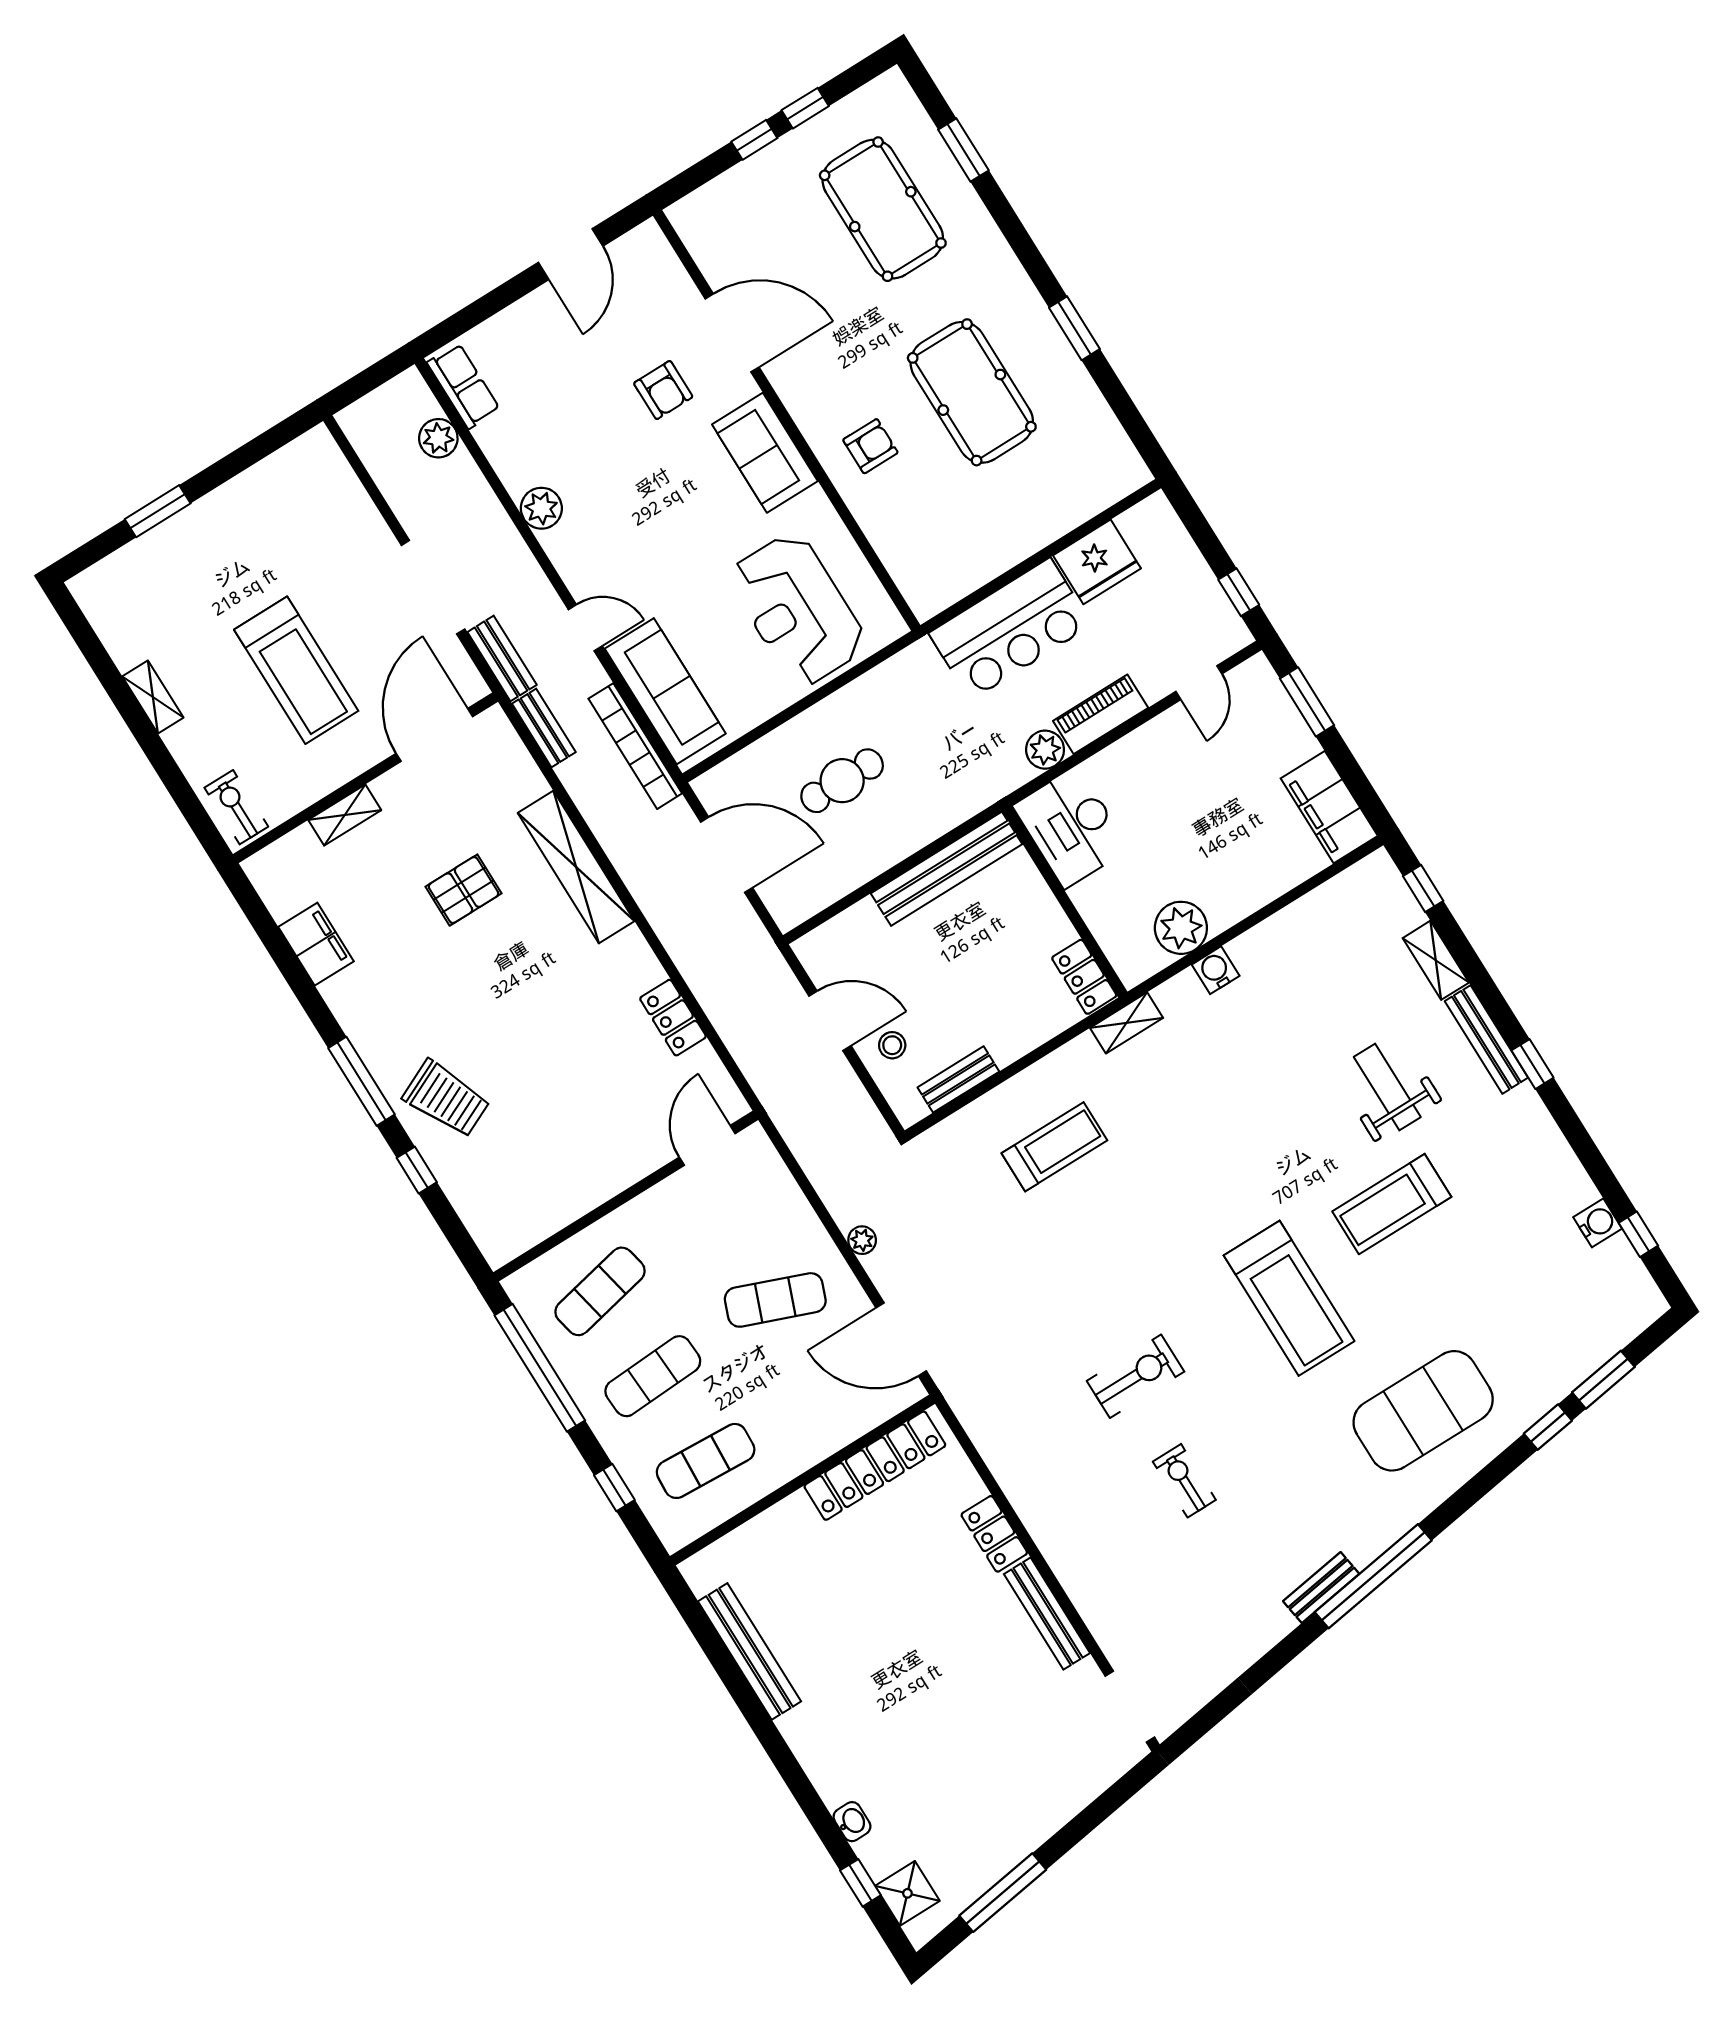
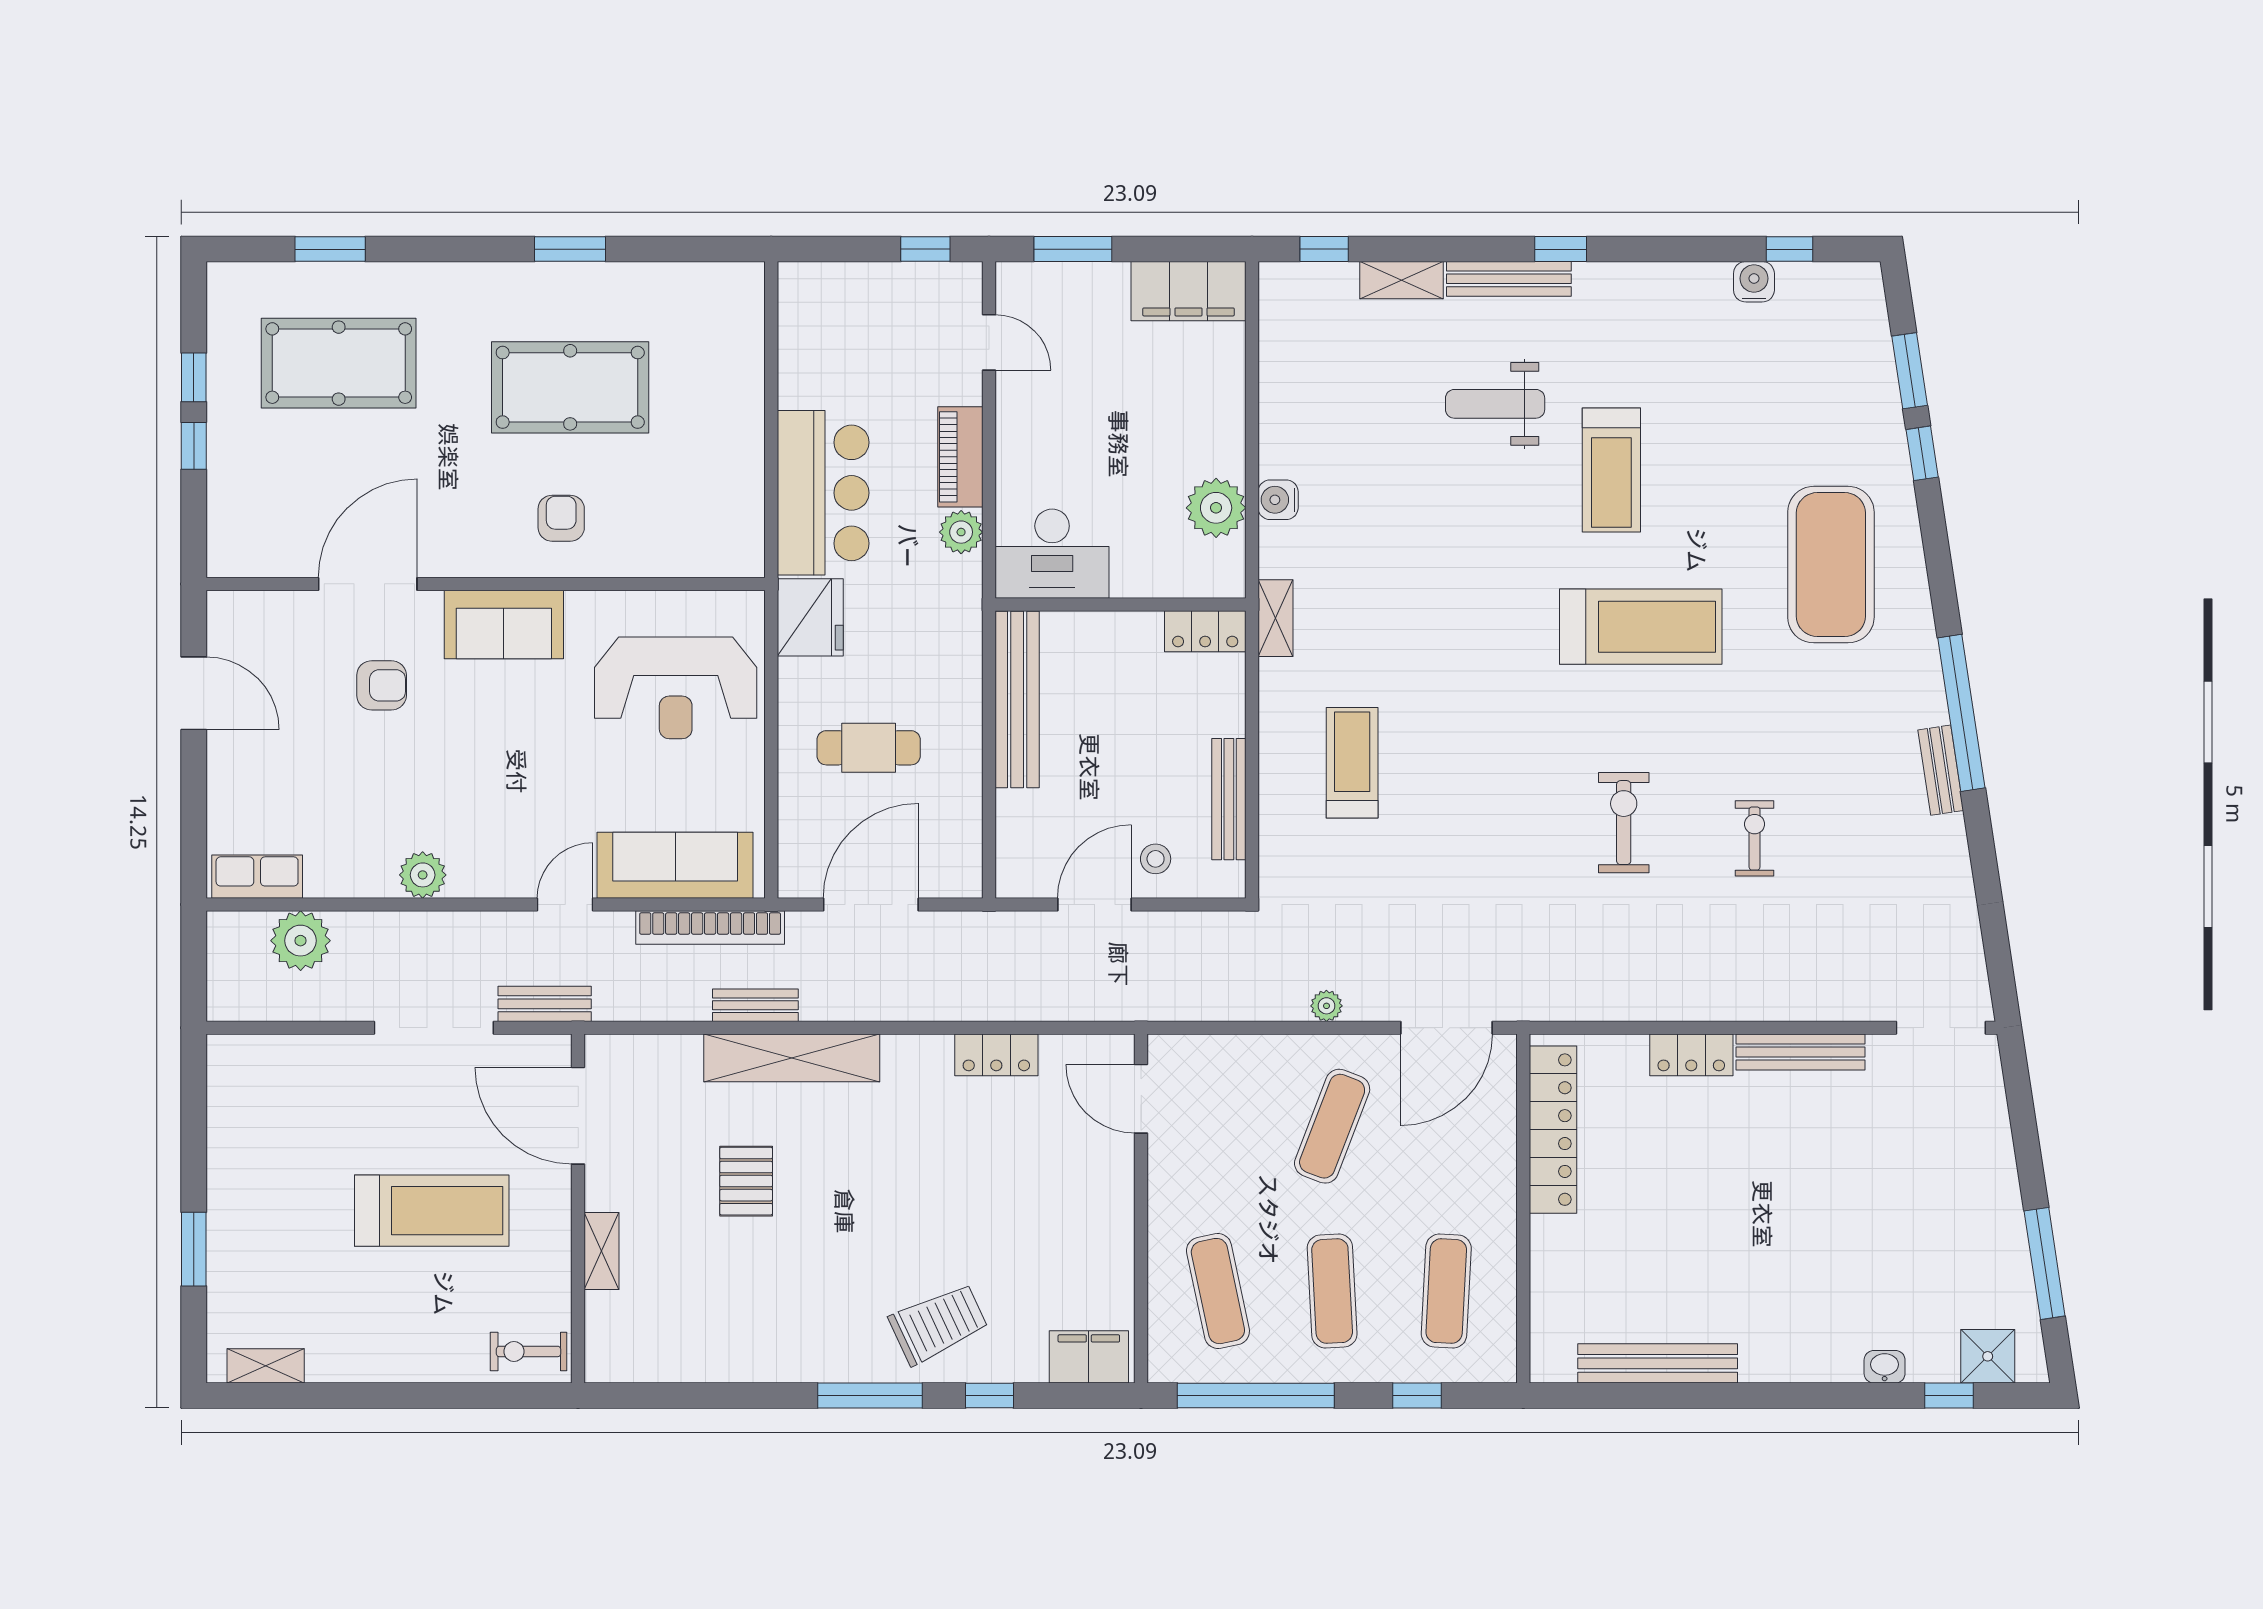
plant: (438, 438) -> (301, 941), width x1.36, depth x1.36
fridge: (1097, 562) -> (810, 617), moved
shelving: (153, 697) -> (266, 1366), moved
bench: (544, 728) -> (755, 1005), moved
cafe table: (842, 781) -> (869, 748), turned 90
filing cabinet: (316, 944) -> (1089, 1357), moved
bench: (958, 1079) -> (1229, 799), width x1.36
exercise bike: (1184, 1481) -> (1755, 838), turned 90

